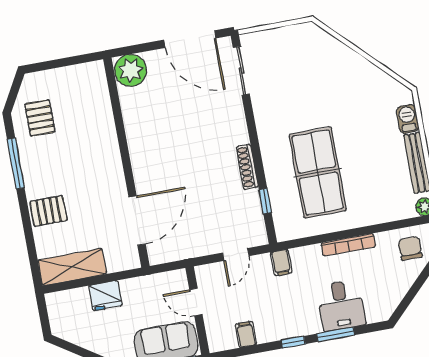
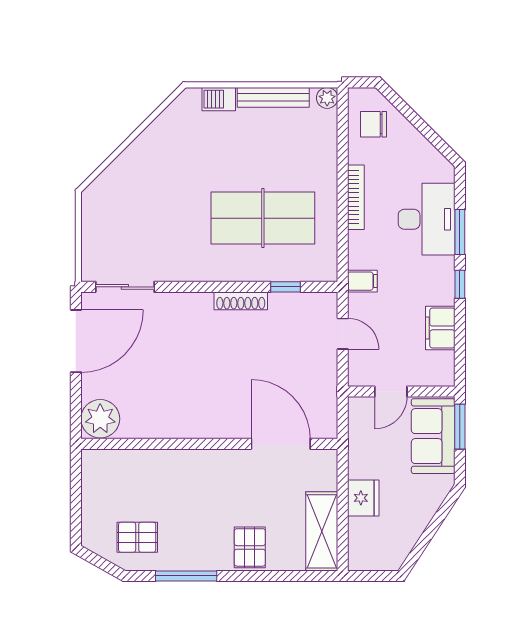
desk: (341, 305) -> (427, 219), width x1.37
filing cabinet: (246, 334) -> (440, 328), width x2.00

